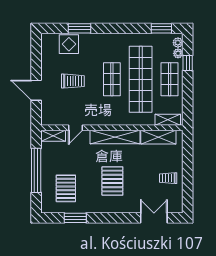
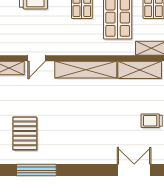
pallet: (112, 181) -> (83, 124), removed
window: (75, 218) -> (36, 170), width x1.44

